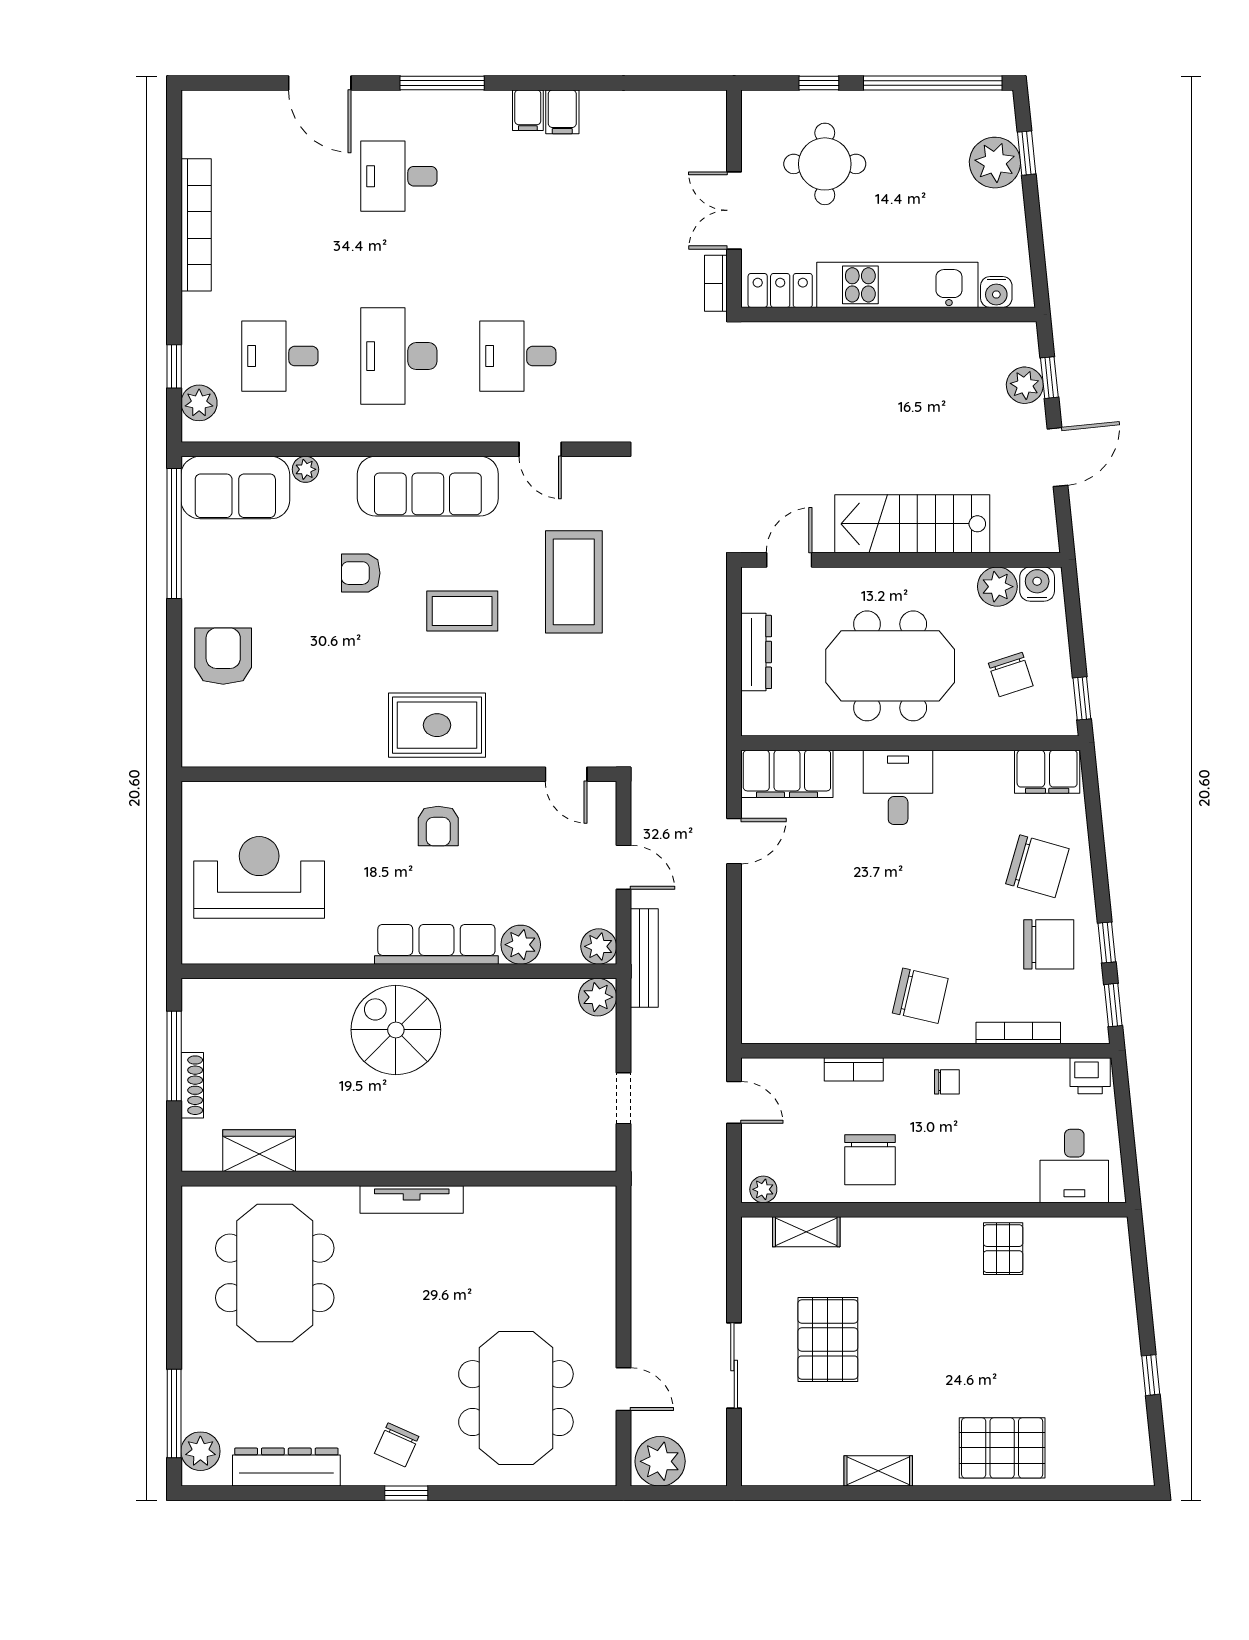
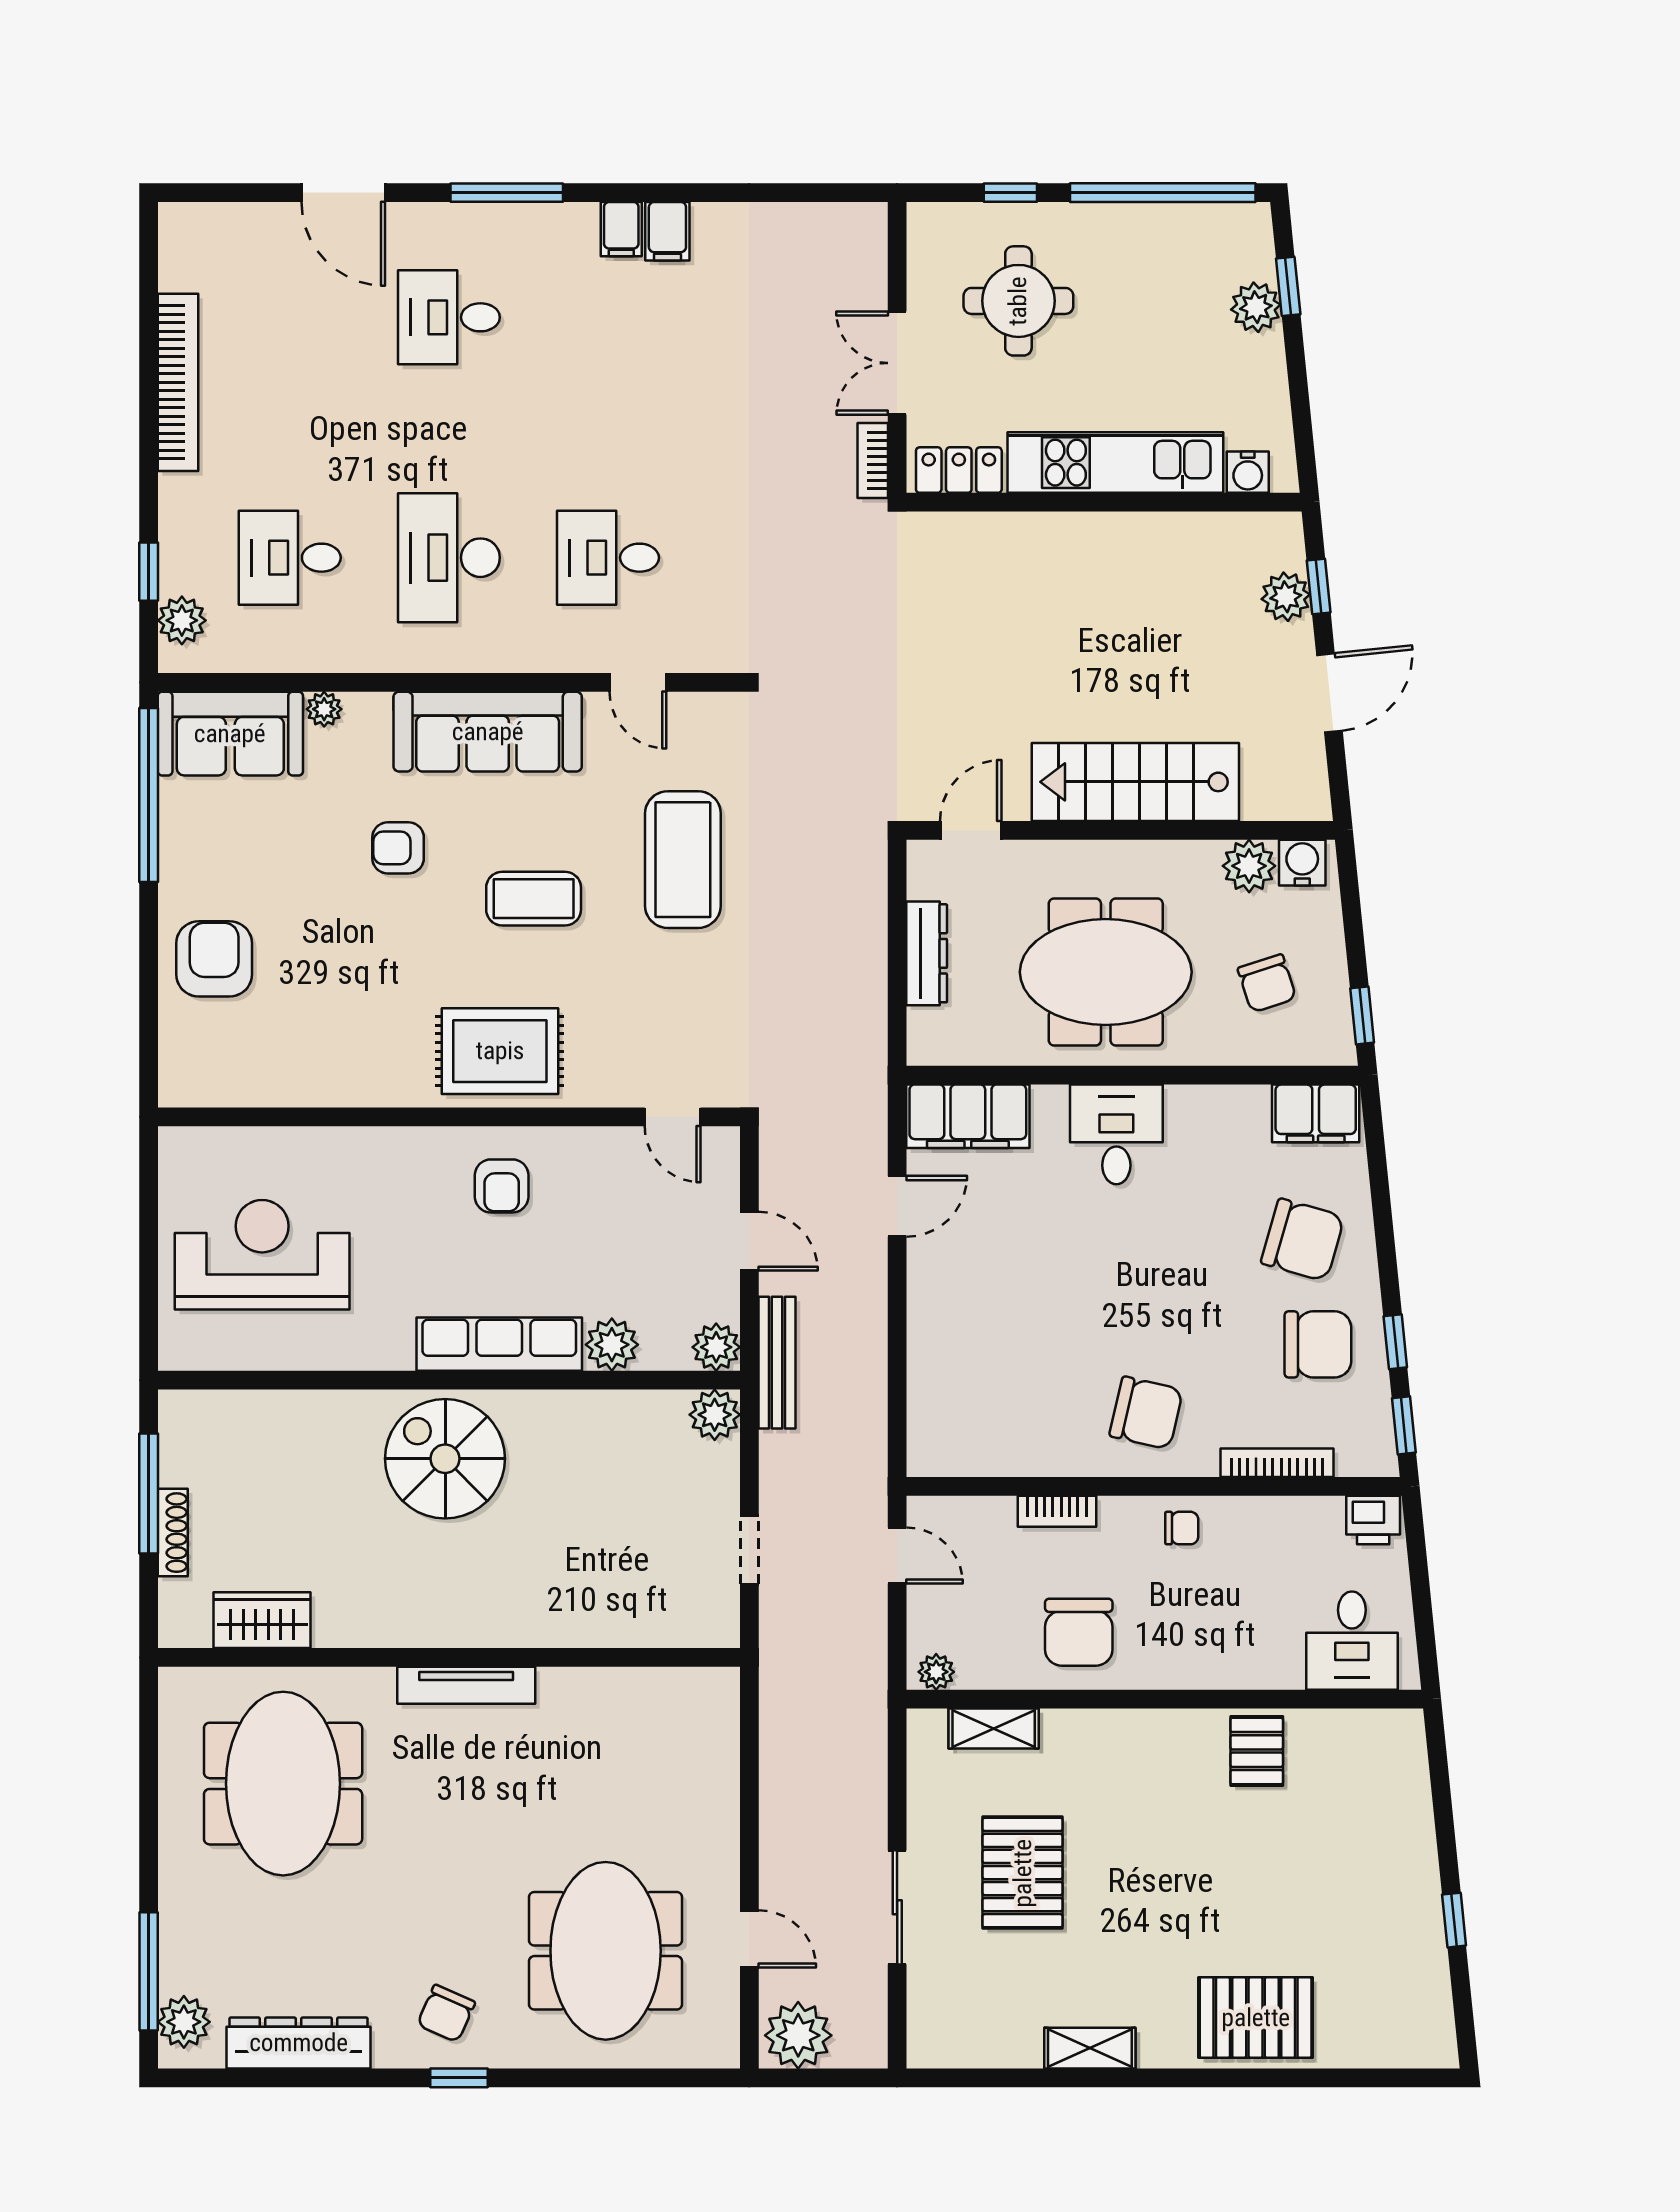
plant: (995, 163) -> (1256, 307), width x0.73, depth x0.73

